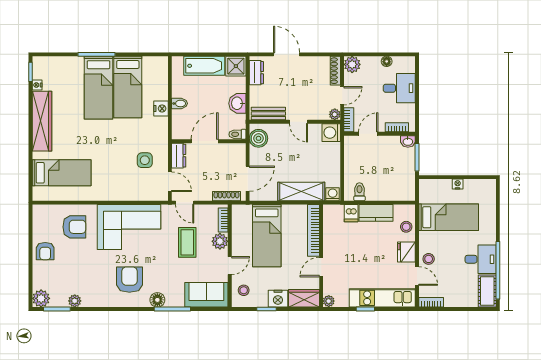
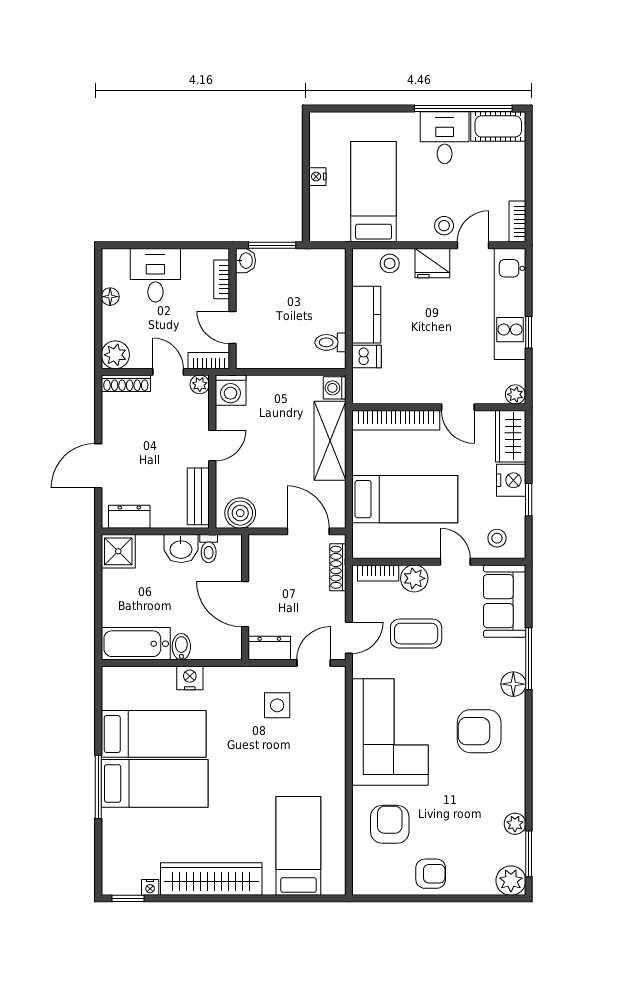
bathtub: (204, 66) -> (136, 644), moved, turned -90
toilet: (237, 134) -> (209, 549), moved

